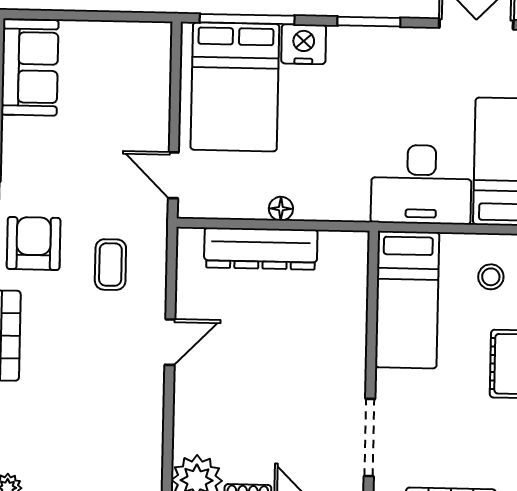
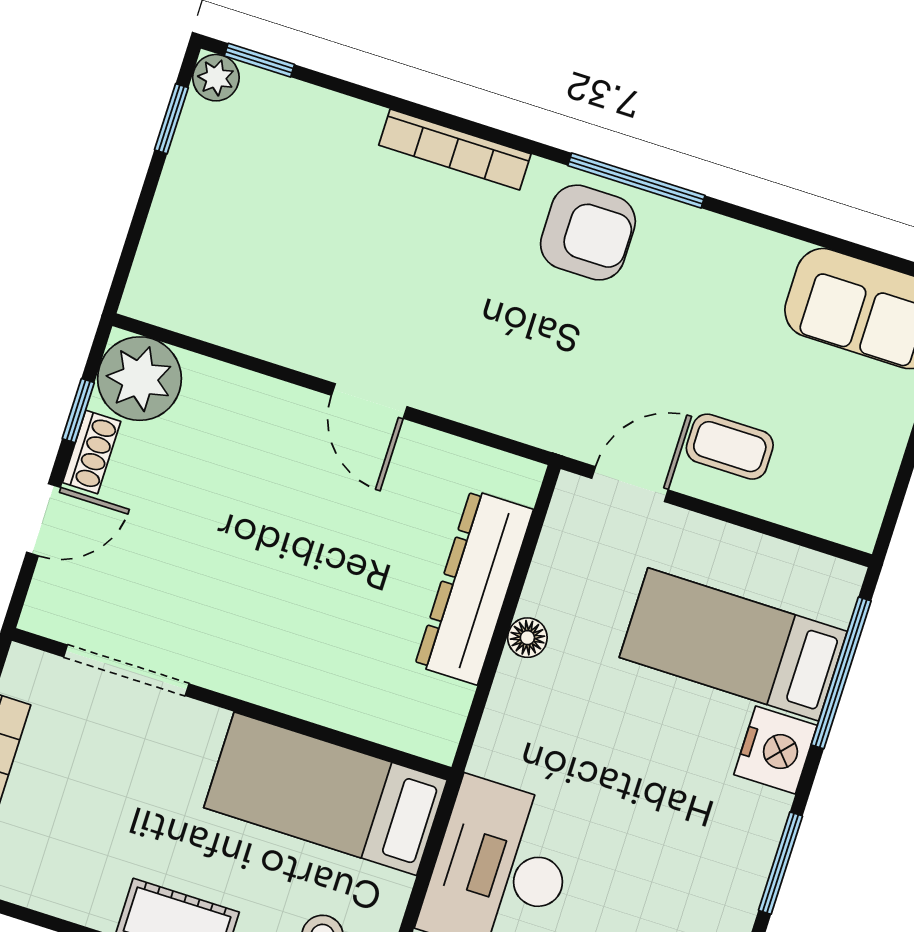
bed: (235, 87) -> (733, 644), width x0.67
coffee table: (110, 265) -> (730, 447), moved

